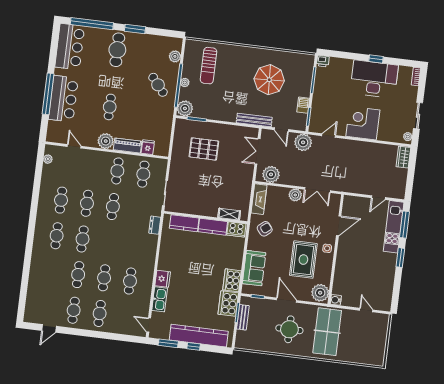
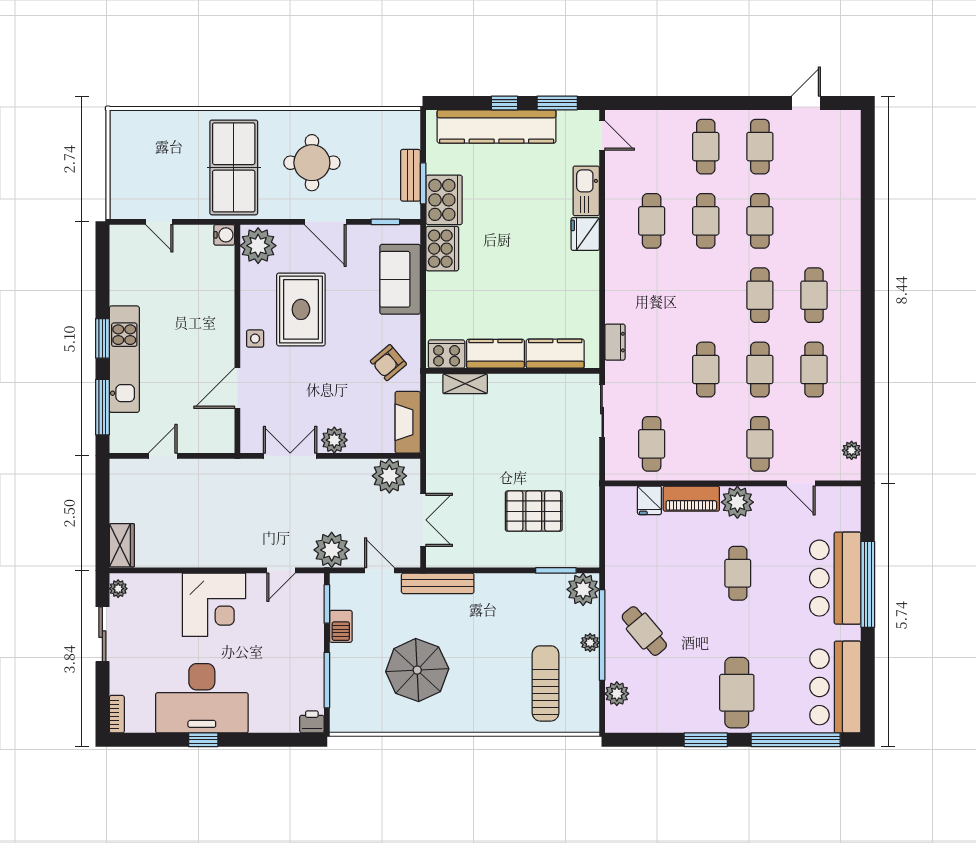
cafe table: (117, 171) -> (760, 444), moved
kitchen unit: (394, 227) -> (124, 359), moved

